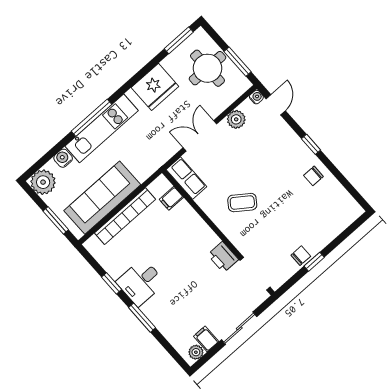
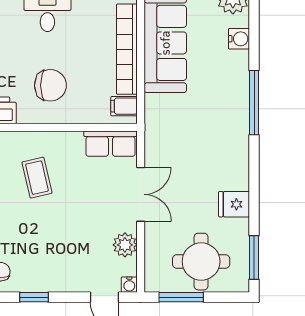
fridge: (155, 87) -> (234, 204), width x0.53, depth x0.75
kitchen unit: (102, 128) -> (235, 103), removed
filing cabinet: (171, 198) -> (124, 106), moved, turned -90
coffee table: (242, 203) -> (37, 178), turned -49
chair: (184, 241) -> (50, 85), added

